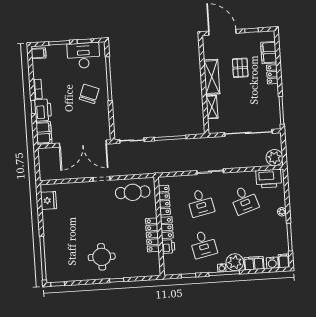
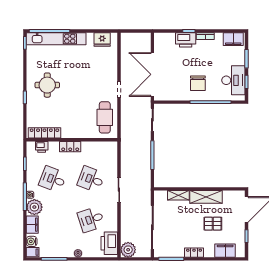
filing cabinet: (39, 53) -> (233, 39), width x2.00
locker: (272, 74) -> (194, 253), moved
chair: (89, 94) -> (198, 83), turned 69
filing cabinet: (44, 133) -> (165, 39), removed
locker: (164, 200) -> (96, 146), removed
desk: (201, 203) -> (91, 179), turned 33
locker: (152, 235) -> (44, 133), moved
desk: (203, 244) -> (53, 179), turned 33
printer: (168, 247) -> (42, 147), moved
kitchen unit: (51, 250) -> (56, 39), added

